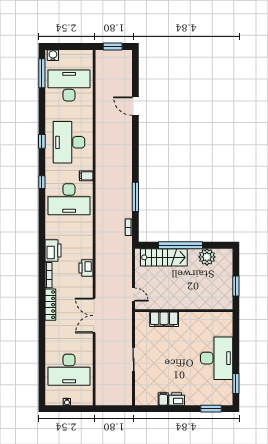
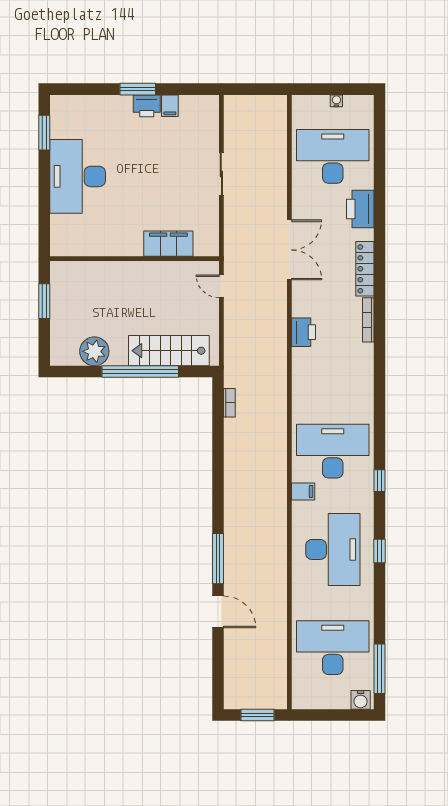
desk: (69, 85) -> (333, 648), turned 180
window: (135, 197) -> (218, 559), moved
printer: (53, 250) -> (360, 209), moved
window: (211, 409) -> (138, 89), moved

